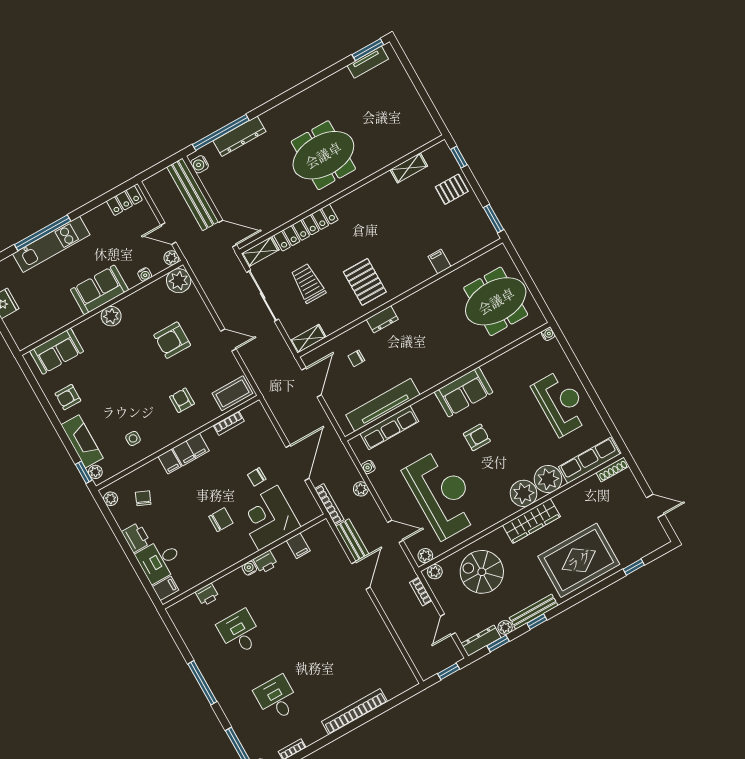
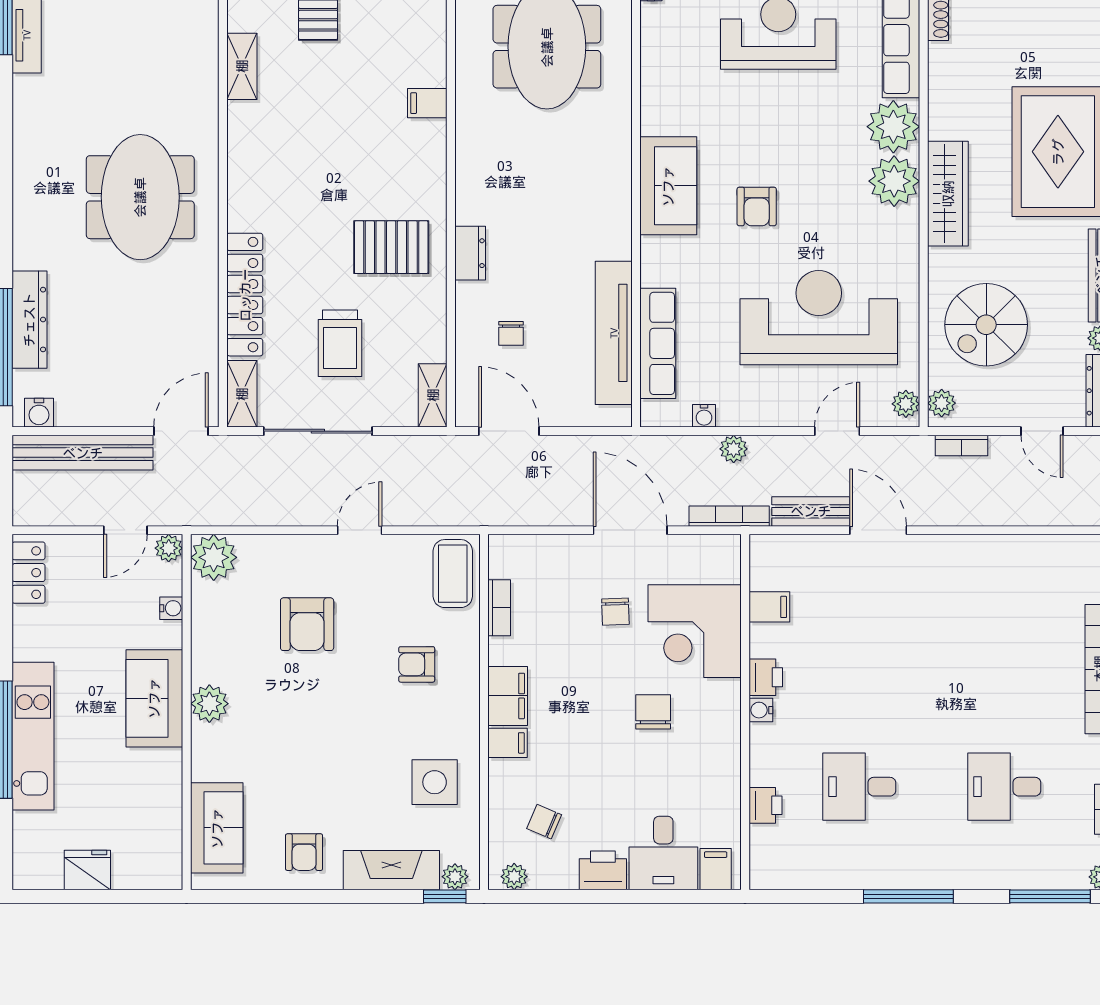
trolley: (308, 283) -> (340, 343), turned -90
armchair: (477, 437) -> (757, 206), turned 180
side table: (133, 438) -> (435, 782), width x1.87, depth x1.87

